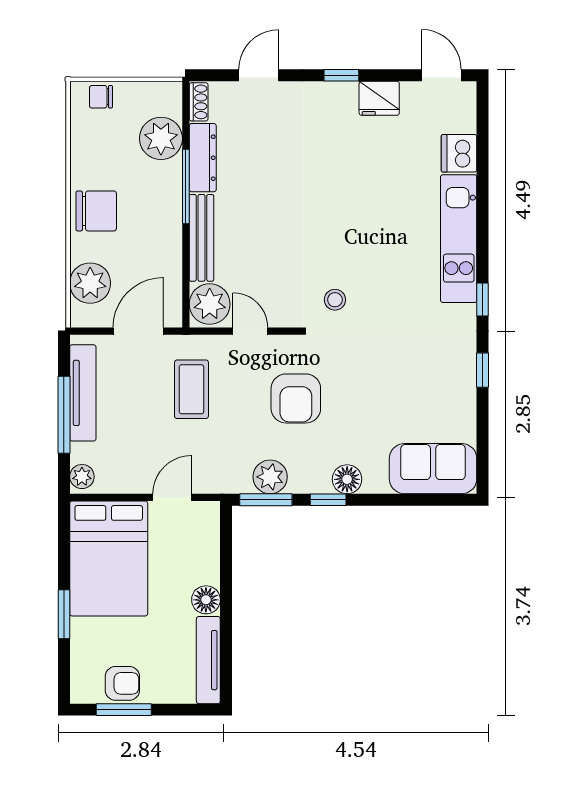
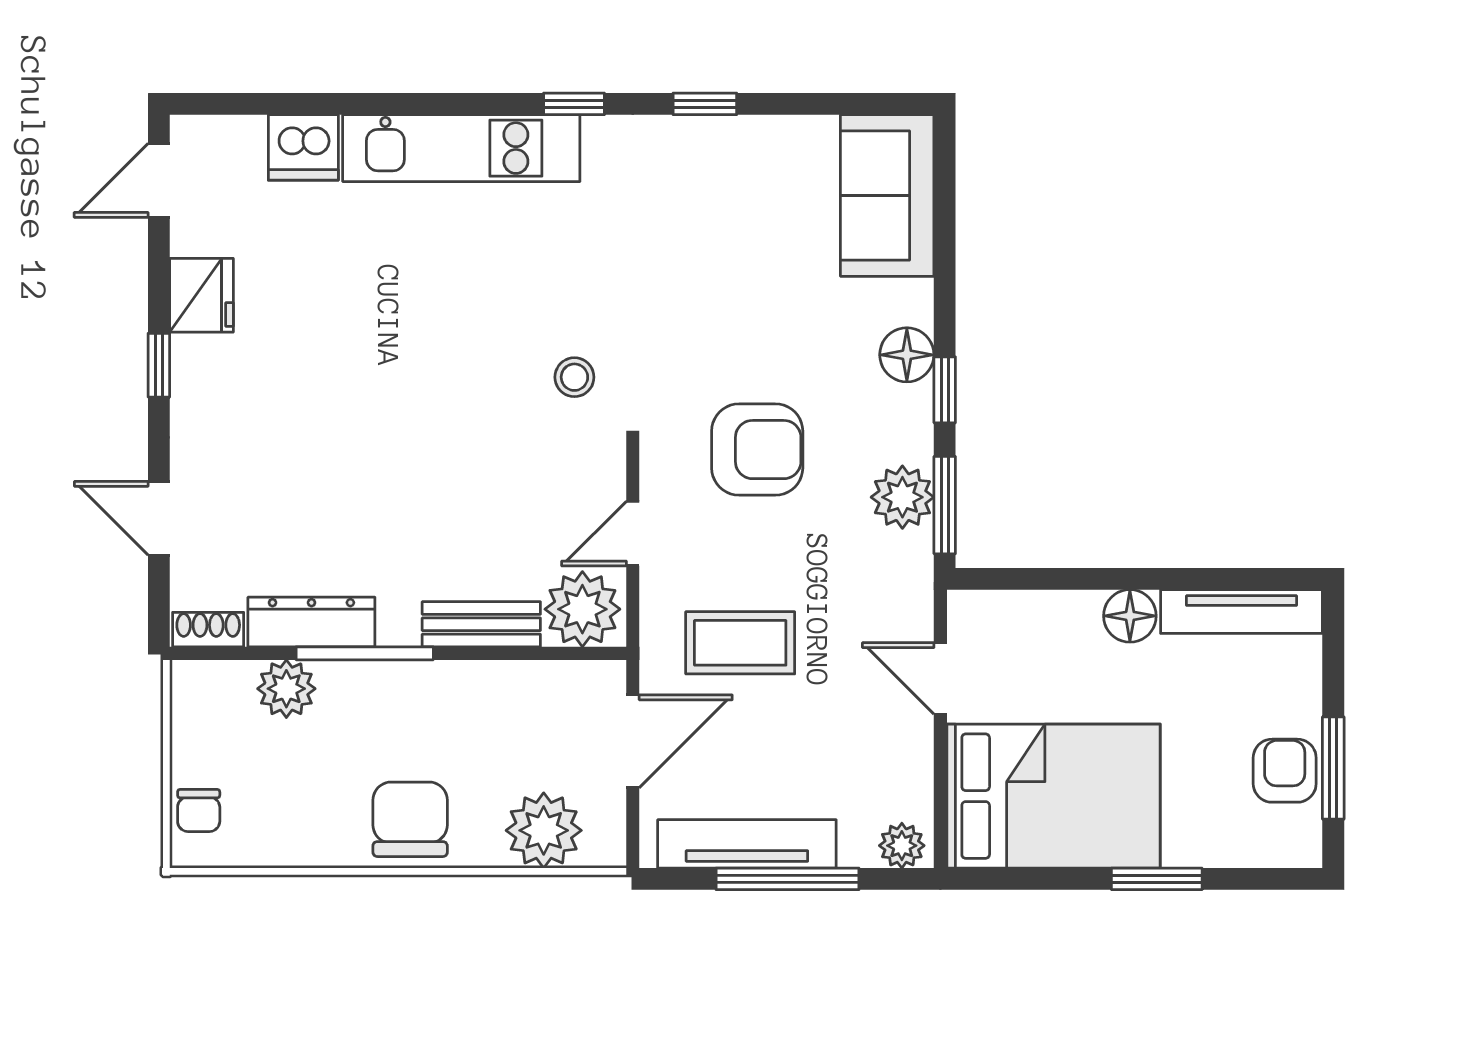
plant: (161, 138) -> (286, 689), width x0.73, depth x0.73
bench: (201, 238) -> (481, 624), width x0.73
door: (138, 331) -> (633, 741), swing flipped

